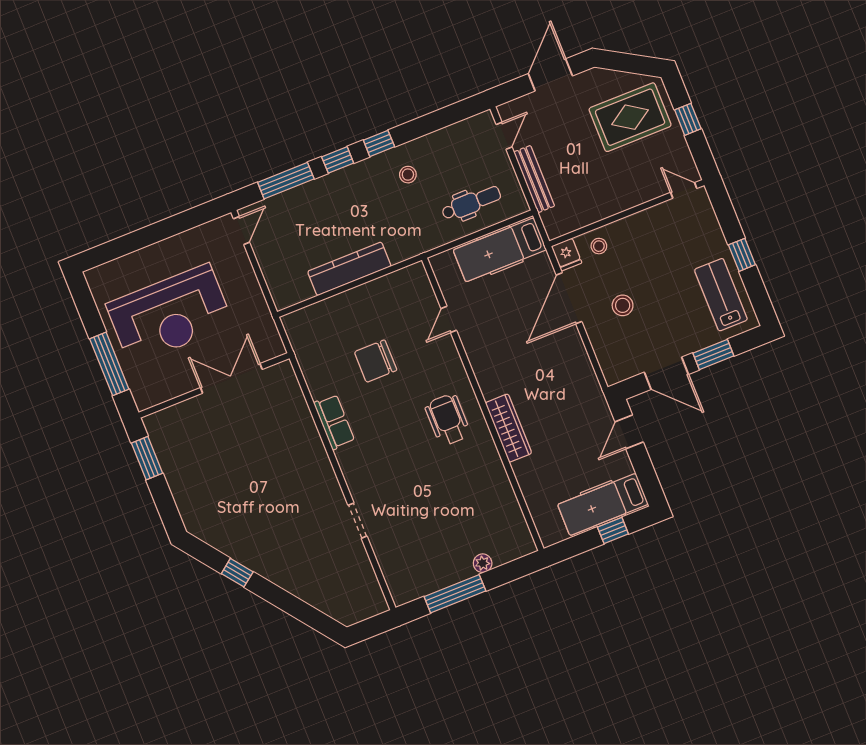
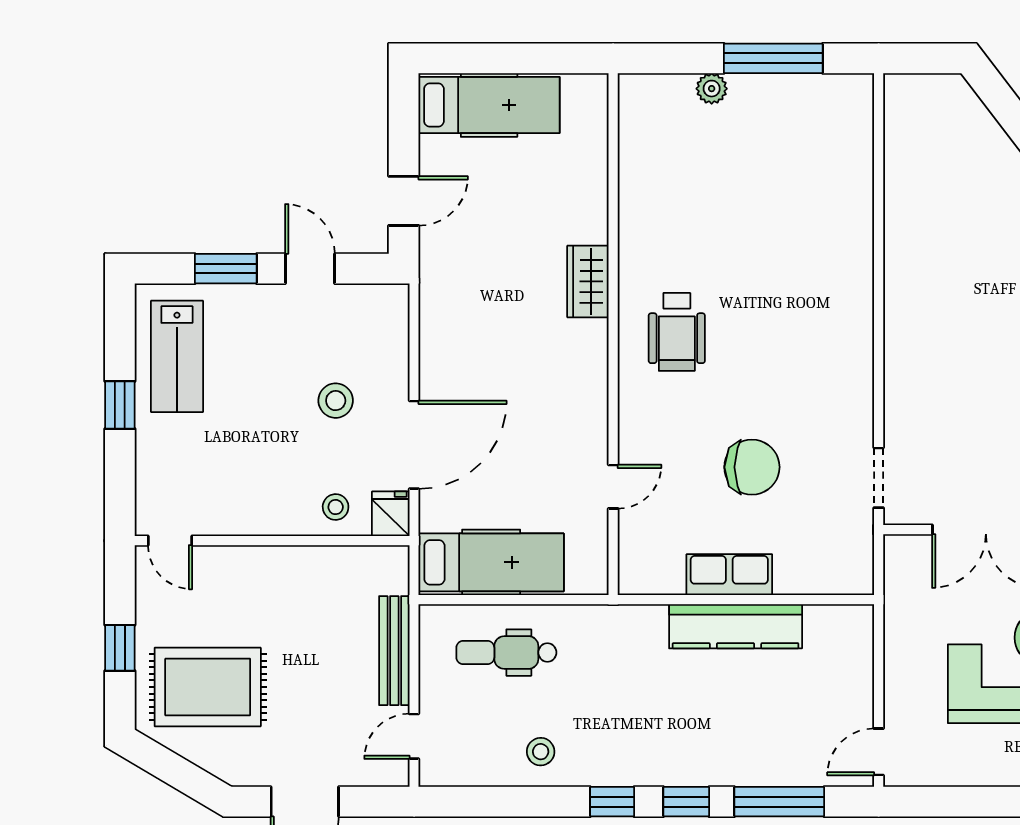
stool: (408, 175) -> (541, 752), moved
door: (666, 373) -> (310, 269), width x0.73
row of seats: (334, 422) -> (729, 575), moved, turned 90
wardrobe: (508, 428) -> (588, 281), width x0.67
doorway: (358, 521) -> (879, 478), moved
window: (613, 531) -> (490, 58), removed

